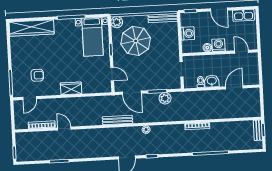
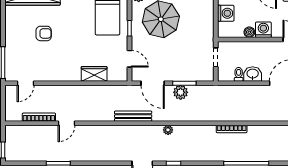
armchair: (37, 75) -> (44, 33), moved
wardrobe: (71, 88) -> (94, 74), moved
plant: (165, 98) -> (181, 92), moved
door: (64, 129) -> (67, 123), swing flipped

